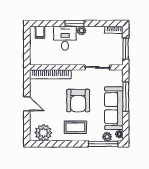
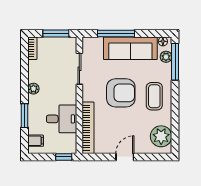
window: (75, 23) -> (24, 116), moved
desk: (65, 38) -> (62, 119), moved, turned 180
window: (27, 55) -> (64, 157), added

